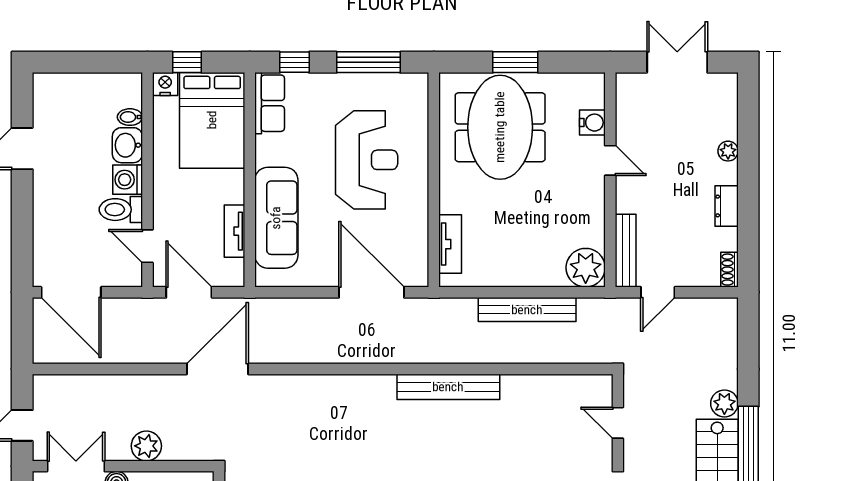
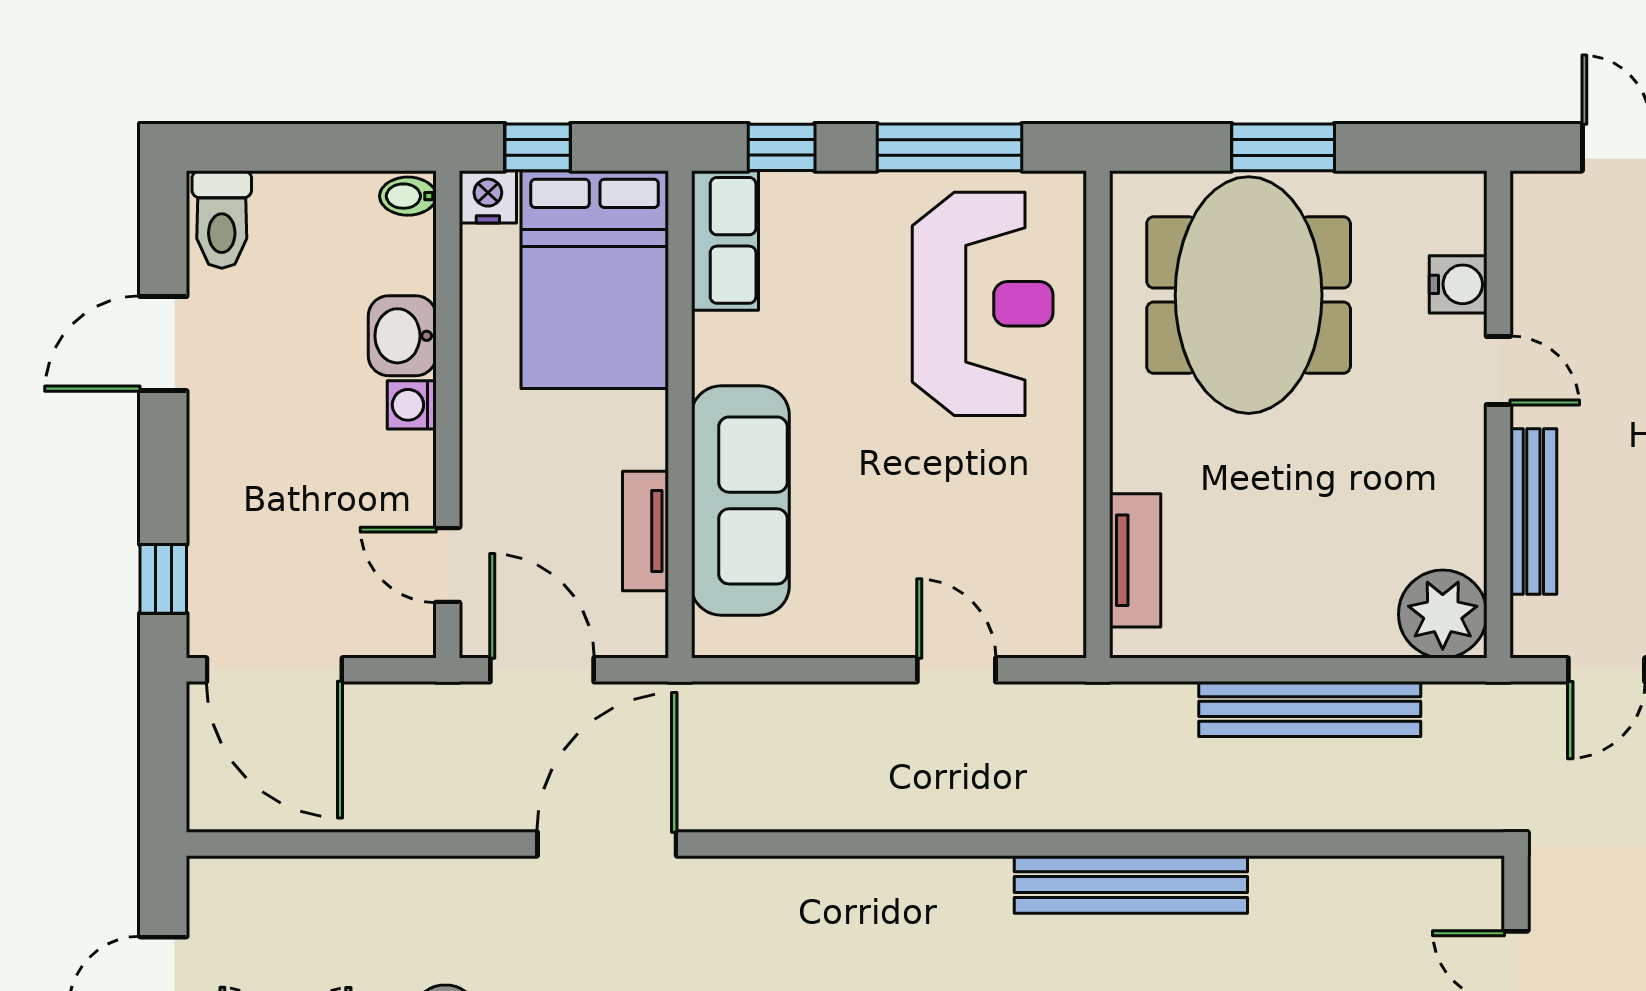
bidet: (130, 117) -> (408, 196), moved
reception desk: (367, 160) -> (983, 304), moved
washing machine: (128, 180) -> (412, 405), width x0.73, depth x0.73
toilet: (121, 210) -> (222, 219), moved, turned -90
bench: (626, 251) -> (1533, 512), moved
window: (22, 252) -> (163, 579), added
door: (371, 292) -> (956, 670), width x0.53

